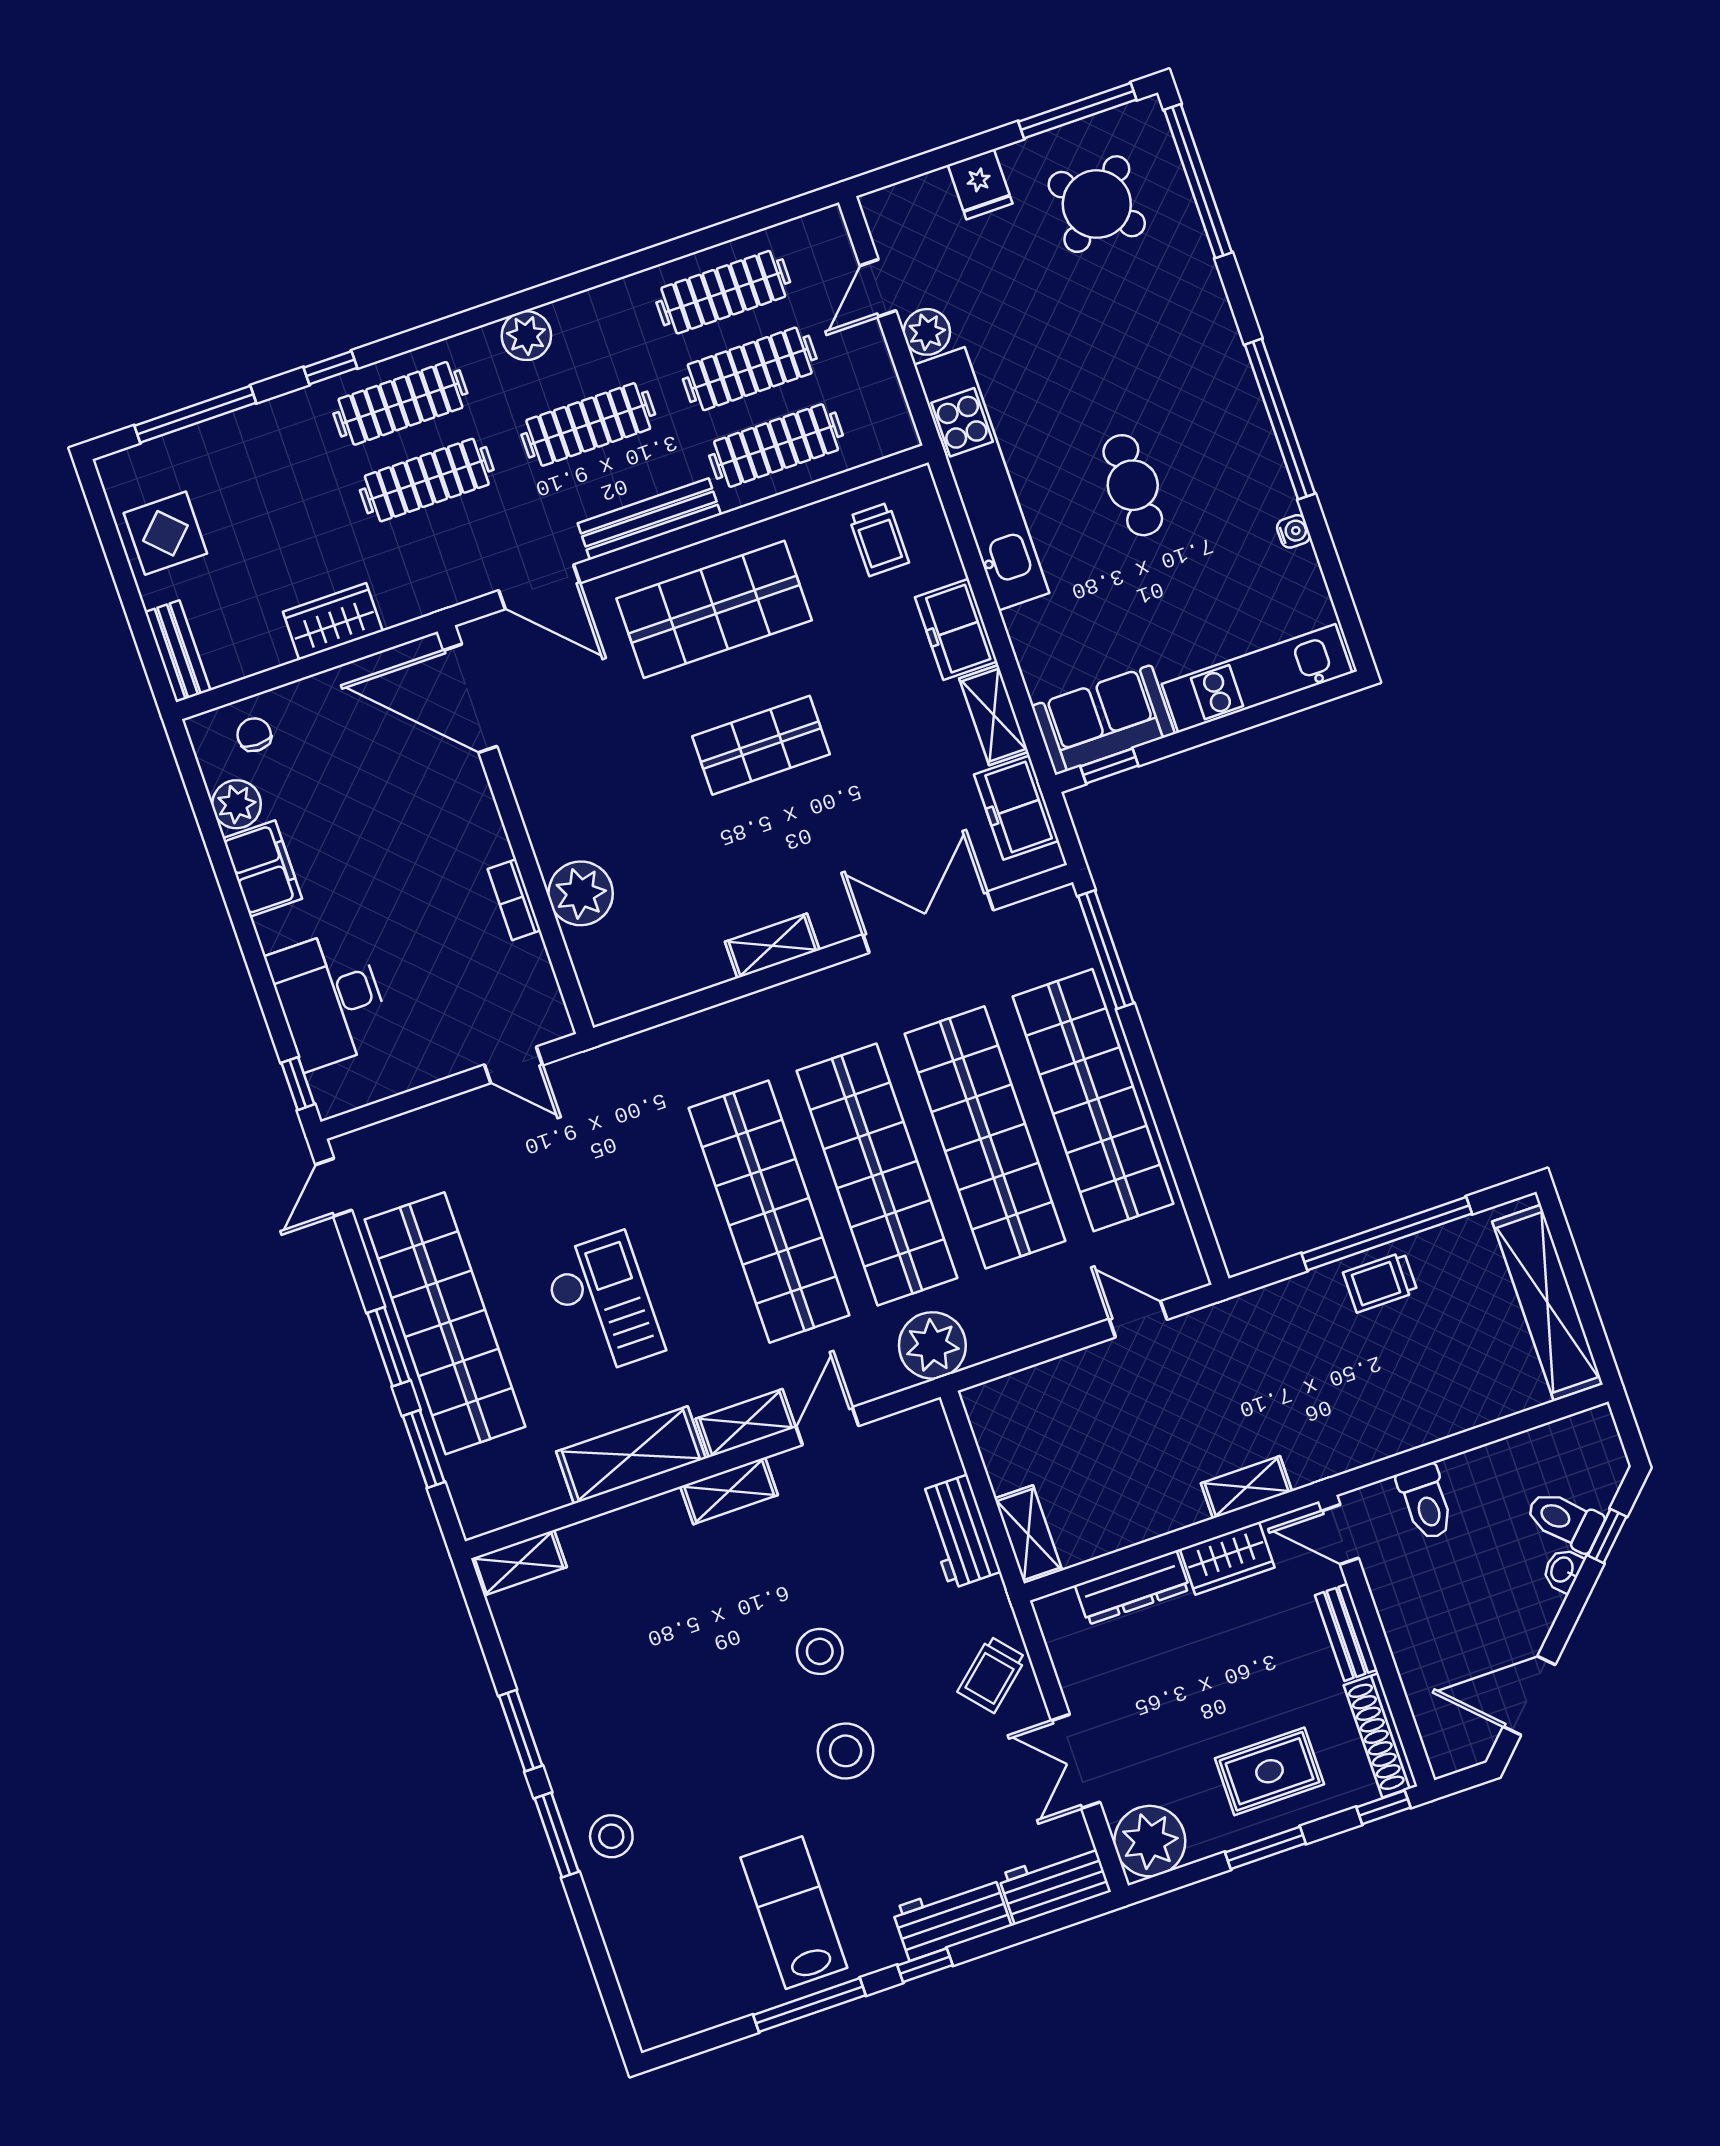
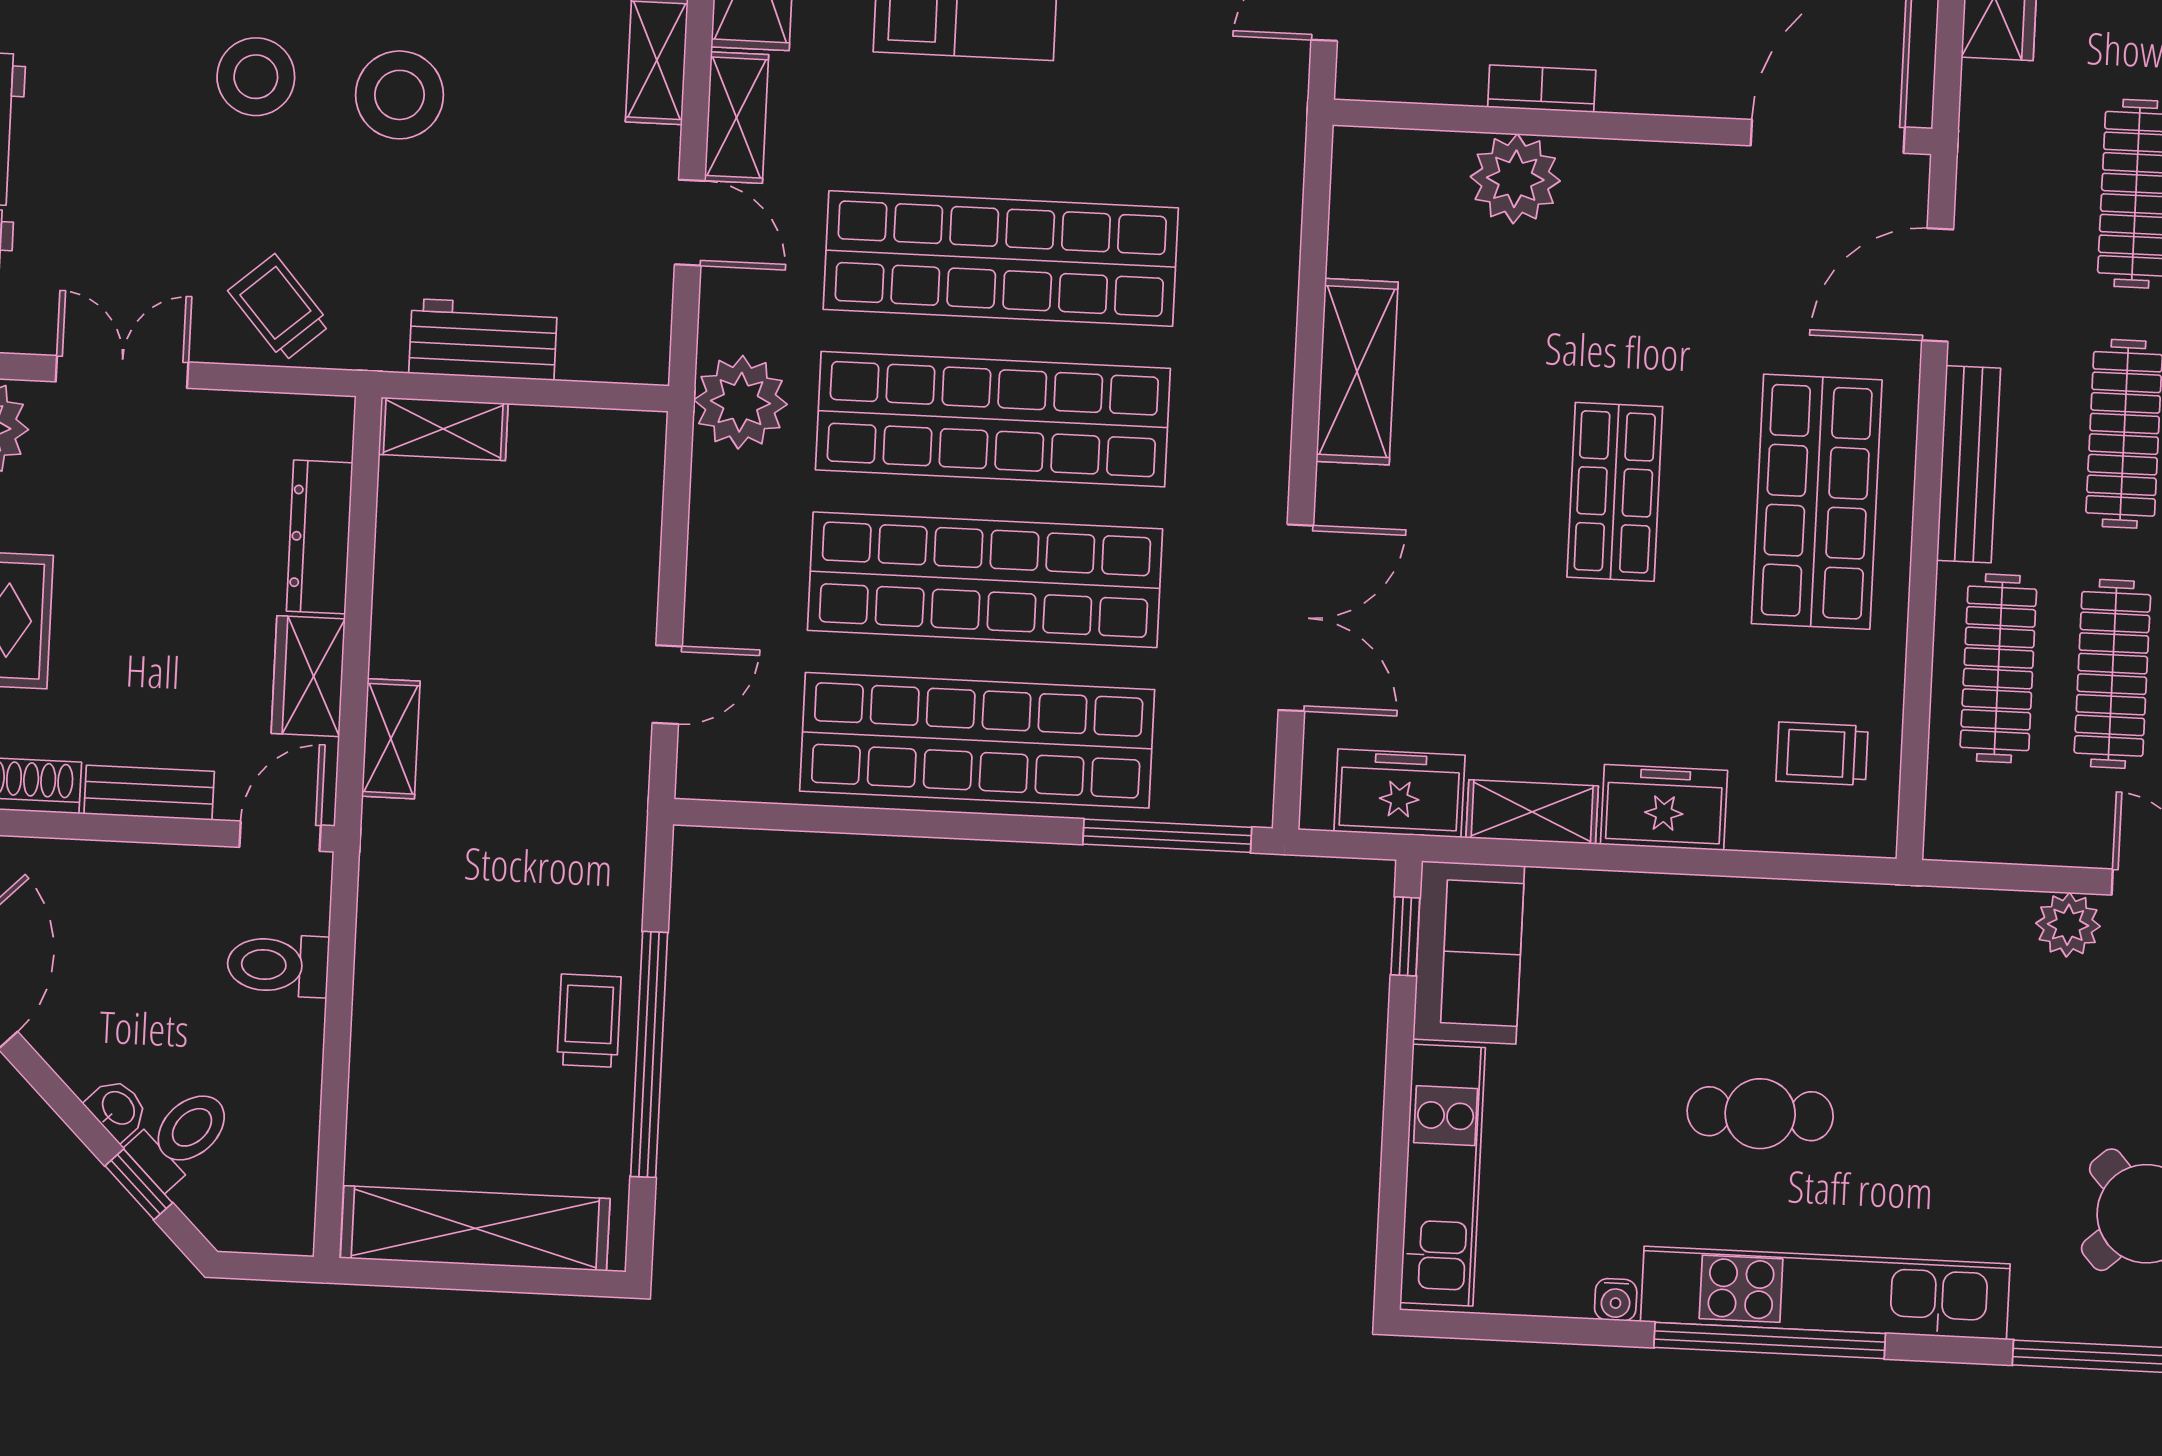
kitchen unit: (982, 479) -> (1825, 1293), moved, turned 180
shelving: (772, 946) -> (1357, 372), width x1.50, depth x1.33
stool: (820, 1651) -> (399, 95), width x1.38, depth x1.38

